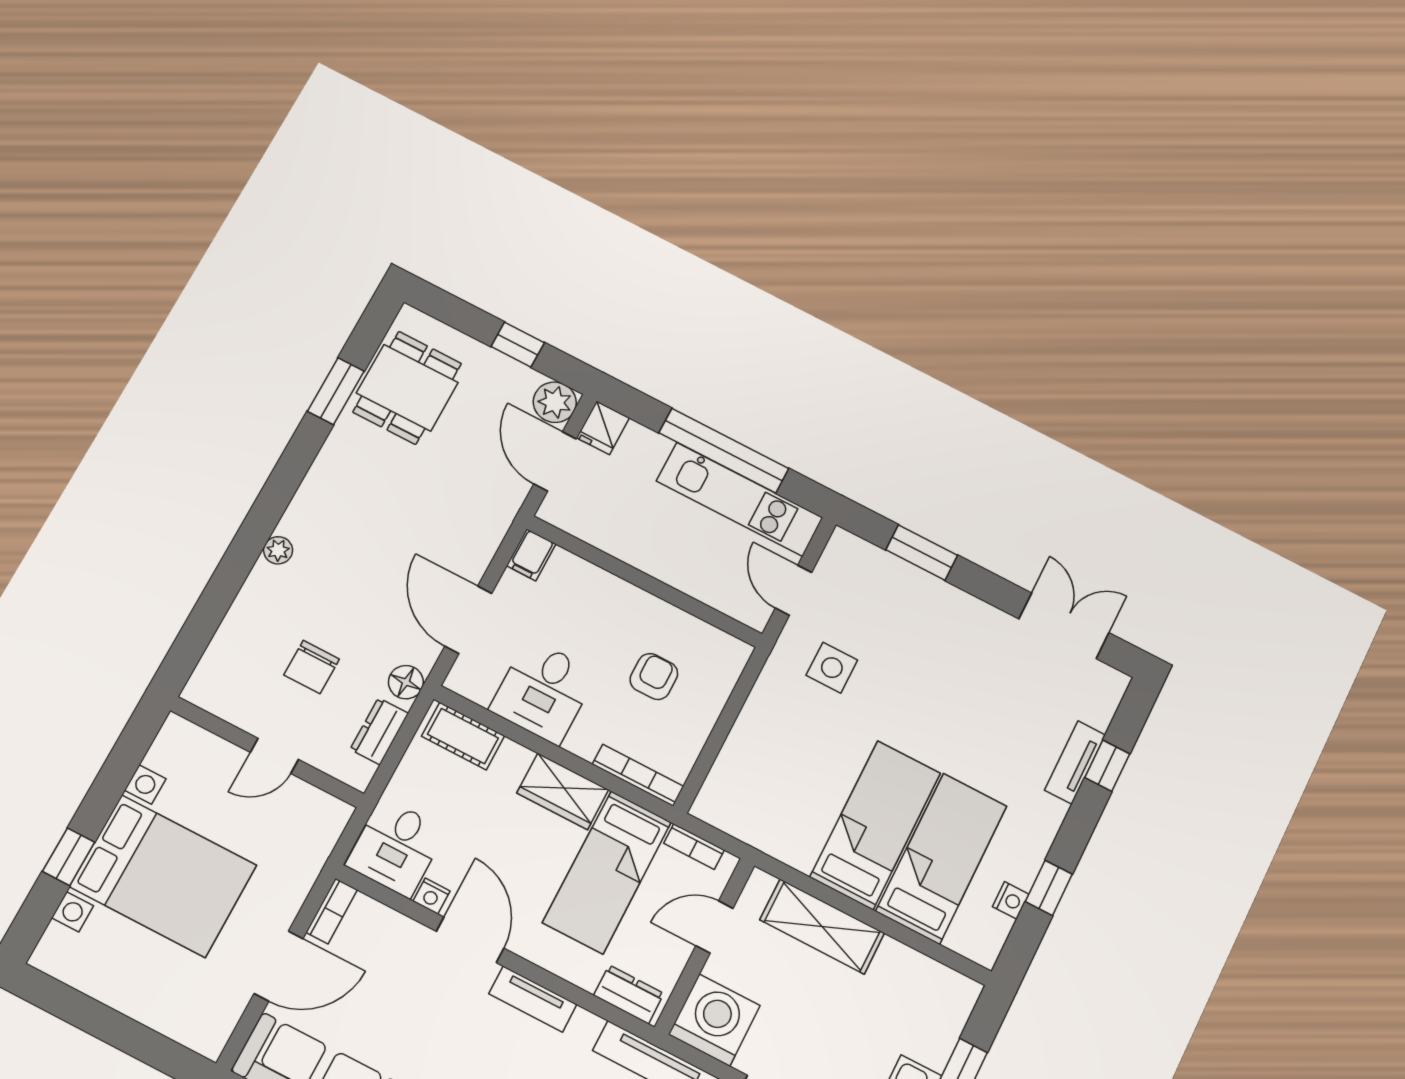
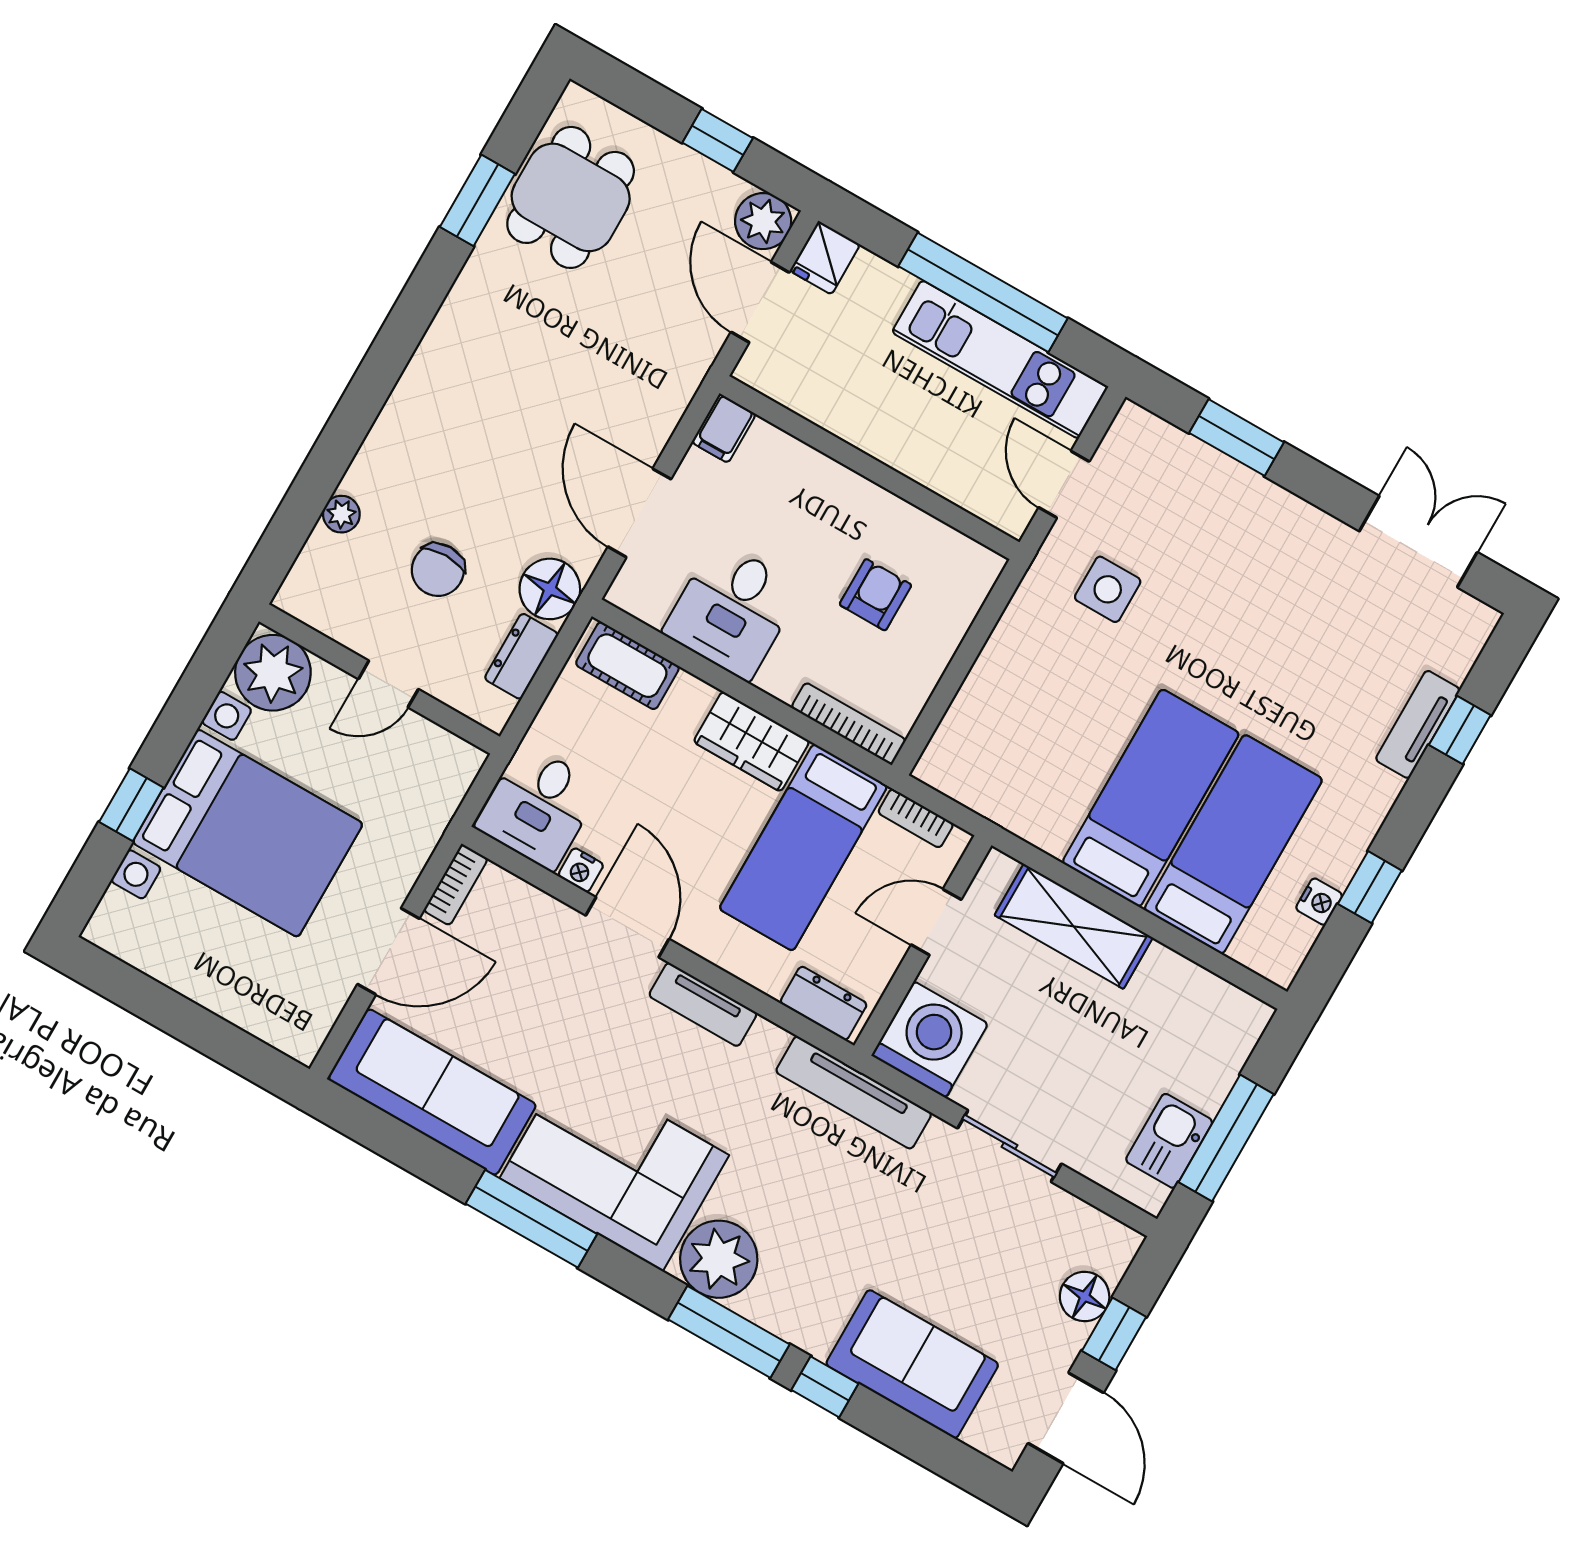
plant: (278, 550) -> (341, 514), moved
floor lamp: (406, 682) -> (550, 589), width x1.38, depth x1.38
plant: (182, 750) -> (273, 673), added

